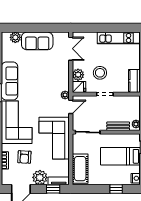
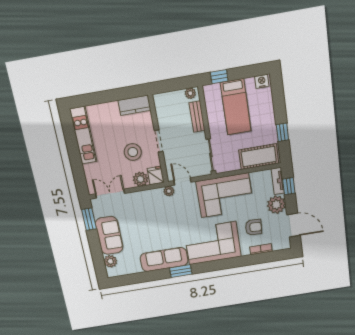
window: (53, 28) -> (89, 219), added
window: (116, 189) -> (282, 132), moved

